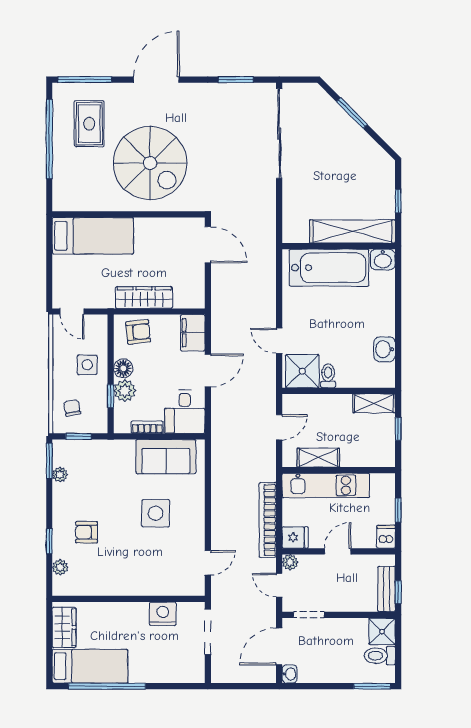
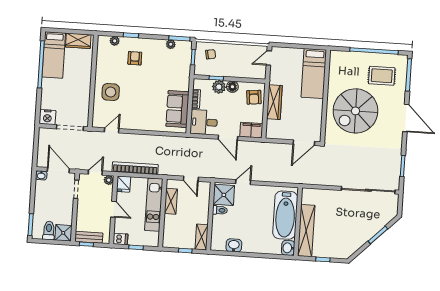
side table: (87, 365) -> (236, 65), removed
side table: (156, 513) -> (111, 92), moved
door: (208, 563) -> (112, 130), swing flipped
nightstand: (163, 614) -> (47, 117), moved, turned 90

